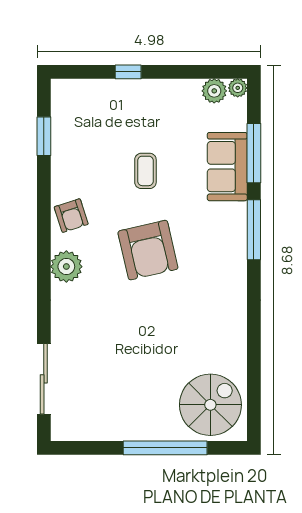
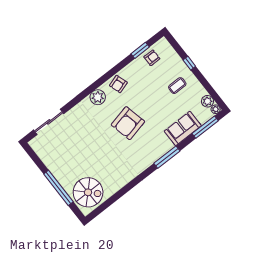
armchair: (71, 127) -> (152, 58), added
window: (254, 153) -> (205, 127), moved
coffee table: (145, 171) -> (177, 86), moved

